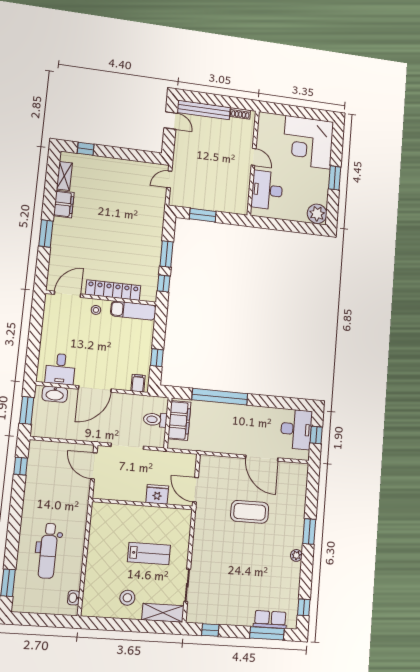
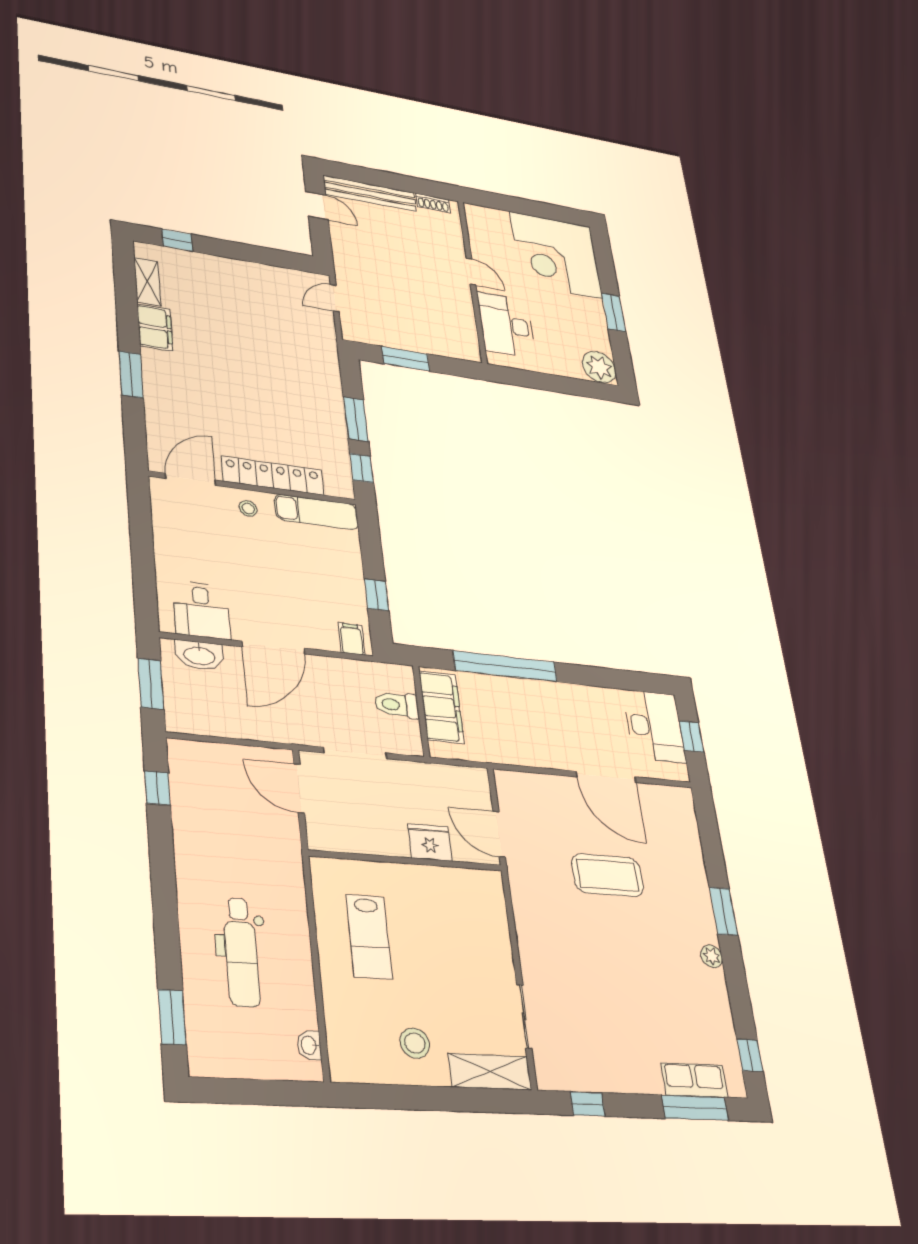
lab bench: (149, 553) -> (369, 937), moved, turned 90

